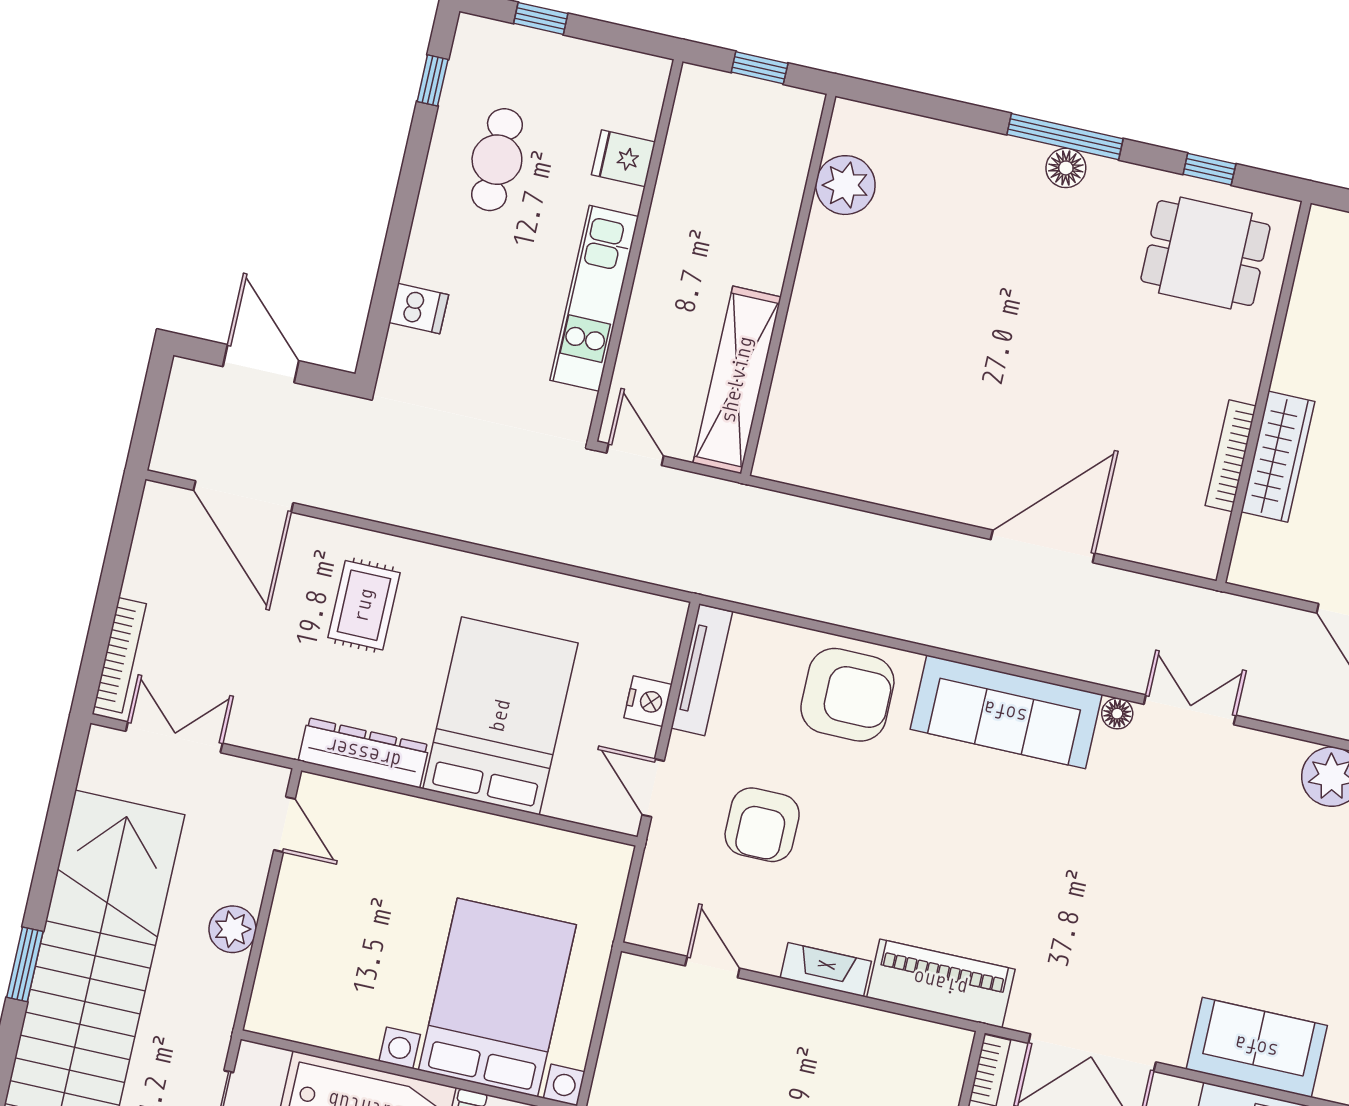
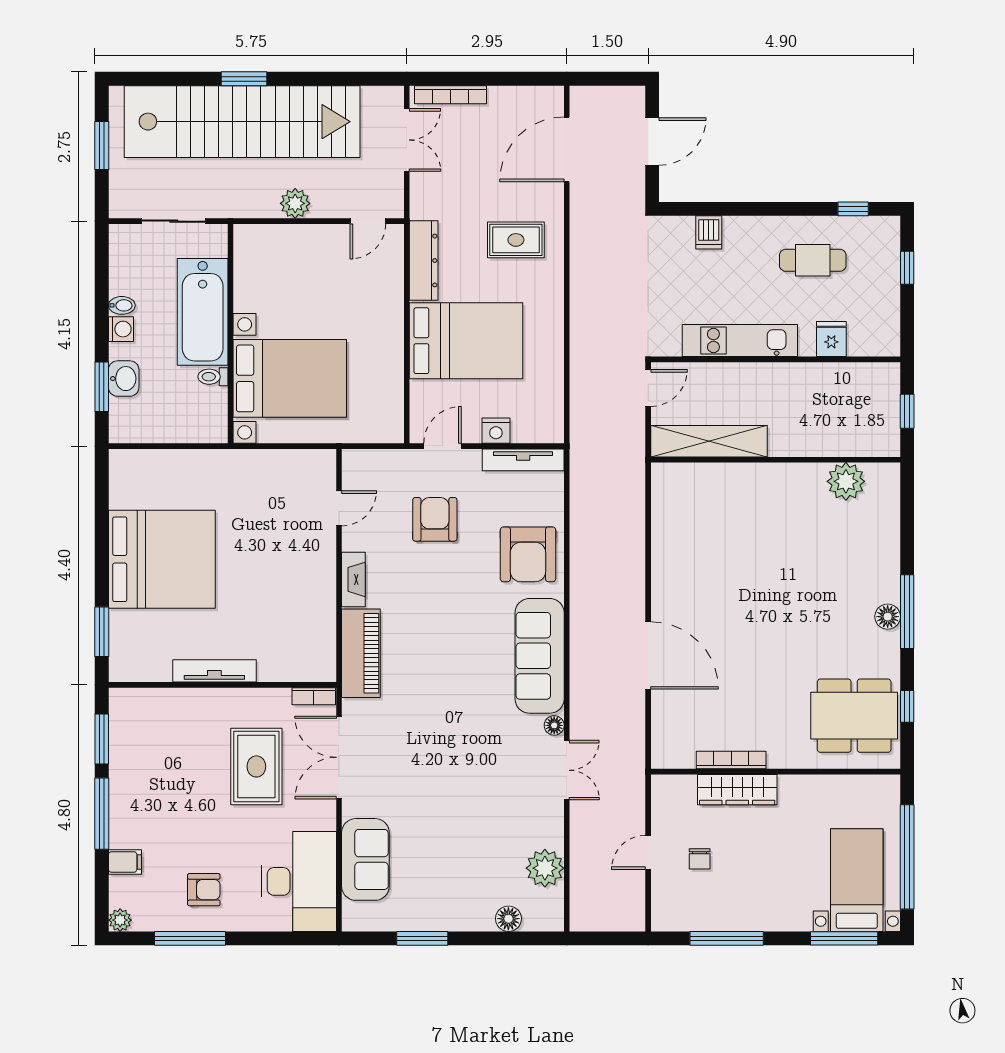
dining table: (1205, 253) -> (854, 716), width x1.38
armchair: (762, 825) -> (435, 519), turned 90

